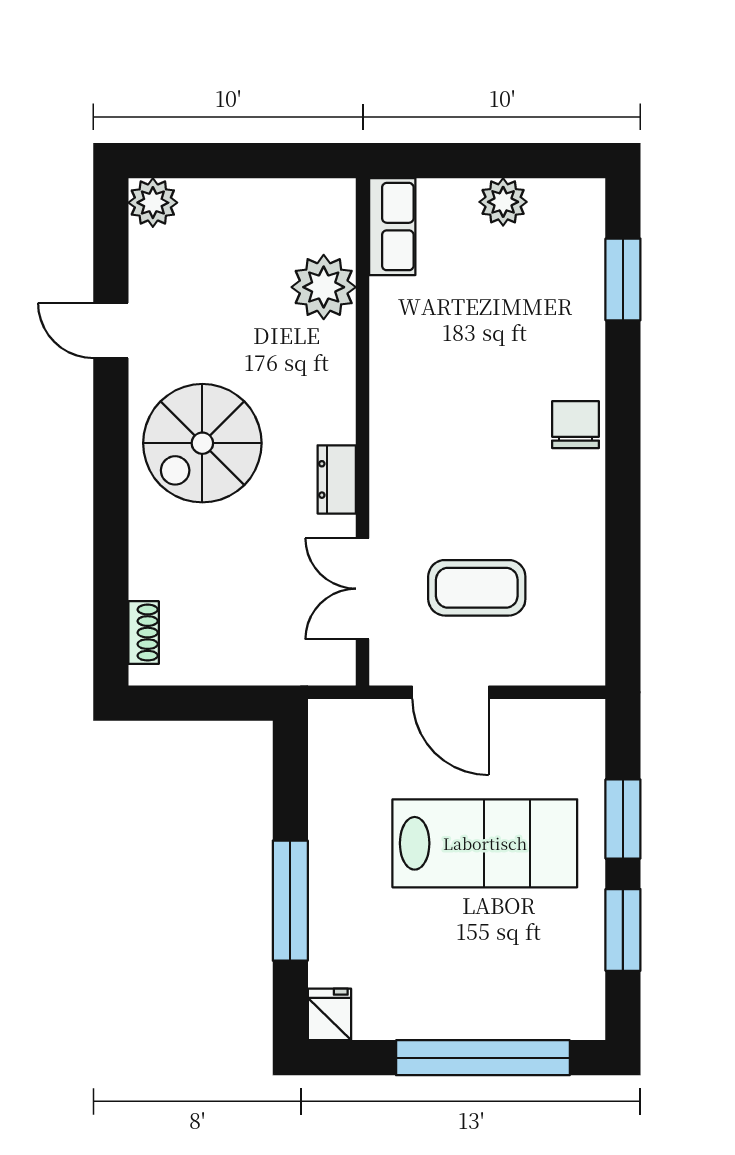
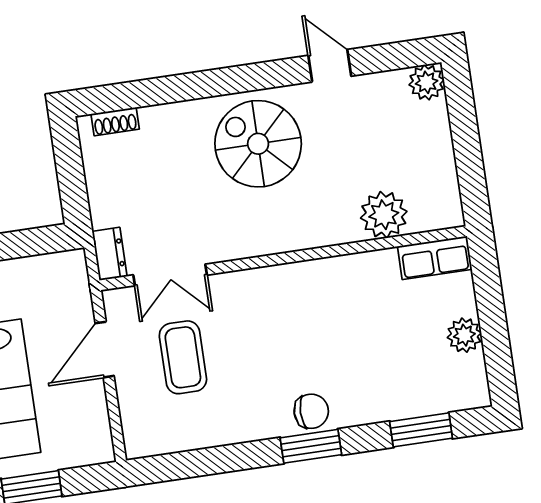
door: (111, 330) -> (330, 66), hinge flipped
window: (623, 432) -> (311, 446), added
dresser: (337, 479) -> (110, 254), moved, turned 90
double door: (363, 589) -> (170, 275), swing flipped

